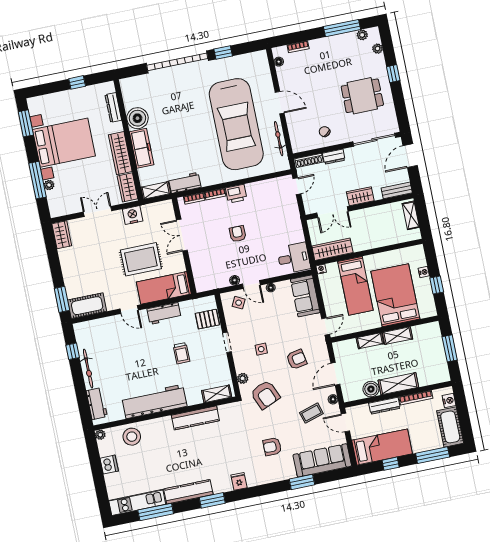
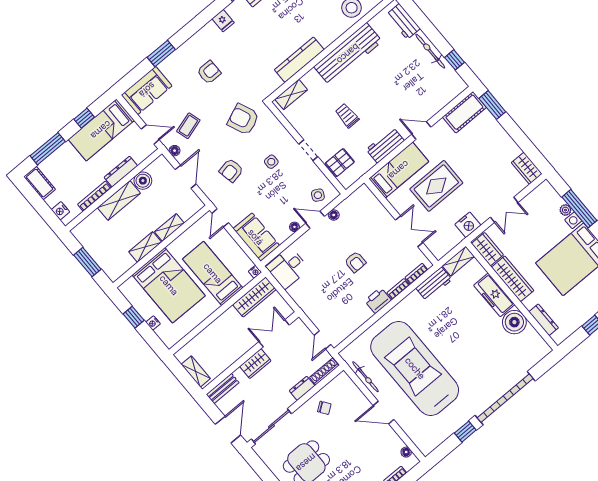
plant: (243, 378) -> (274, 123), removed
cot: (450, 427) -> (40, 183), width x0.73, depth x0.75
sofa: (322, 460) -> (147, 90), width x0.73

